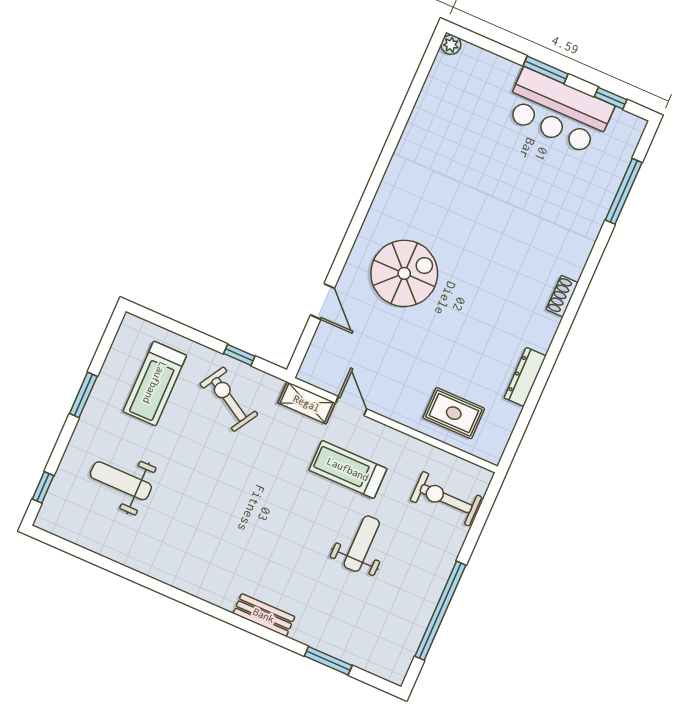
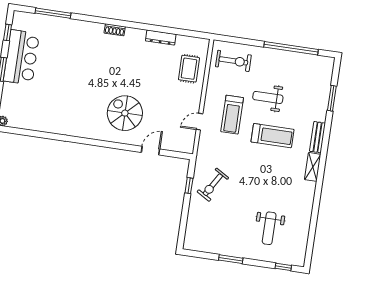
treadmill: (155, 383) -> (272, 136), moved
shelving: (307, 403) -> (313, 167), moved
exercise bike: (446, 499) -> (233, 61), turned -90

